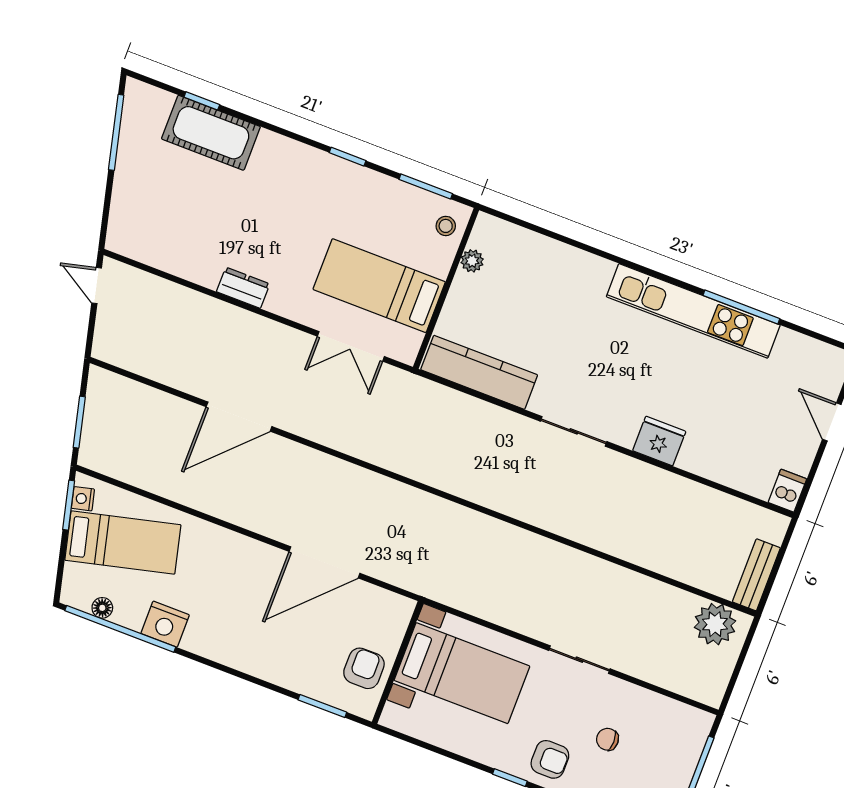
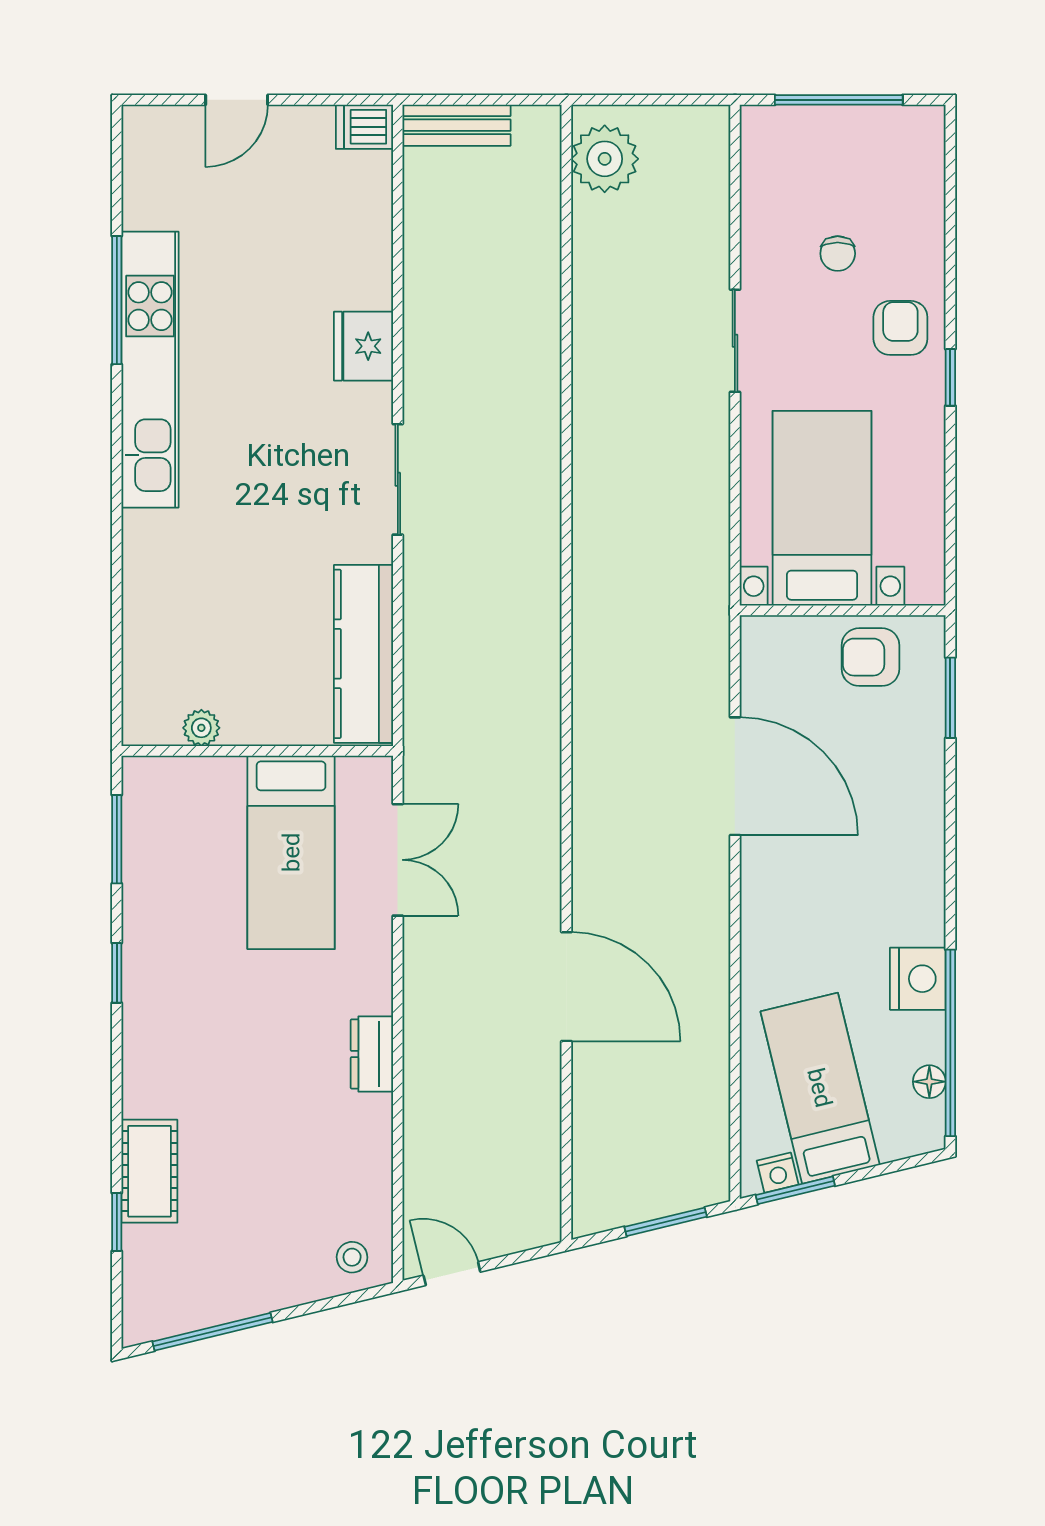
cot: (211, 133) -> (149, 1171), width x0.73, depth x0.75
stool: (446, 226) -> (352, 1257), moved
door: (97, 286) -> (452, 1274), swing flipped
bench: (756, 575) -> (457, 125), moved

